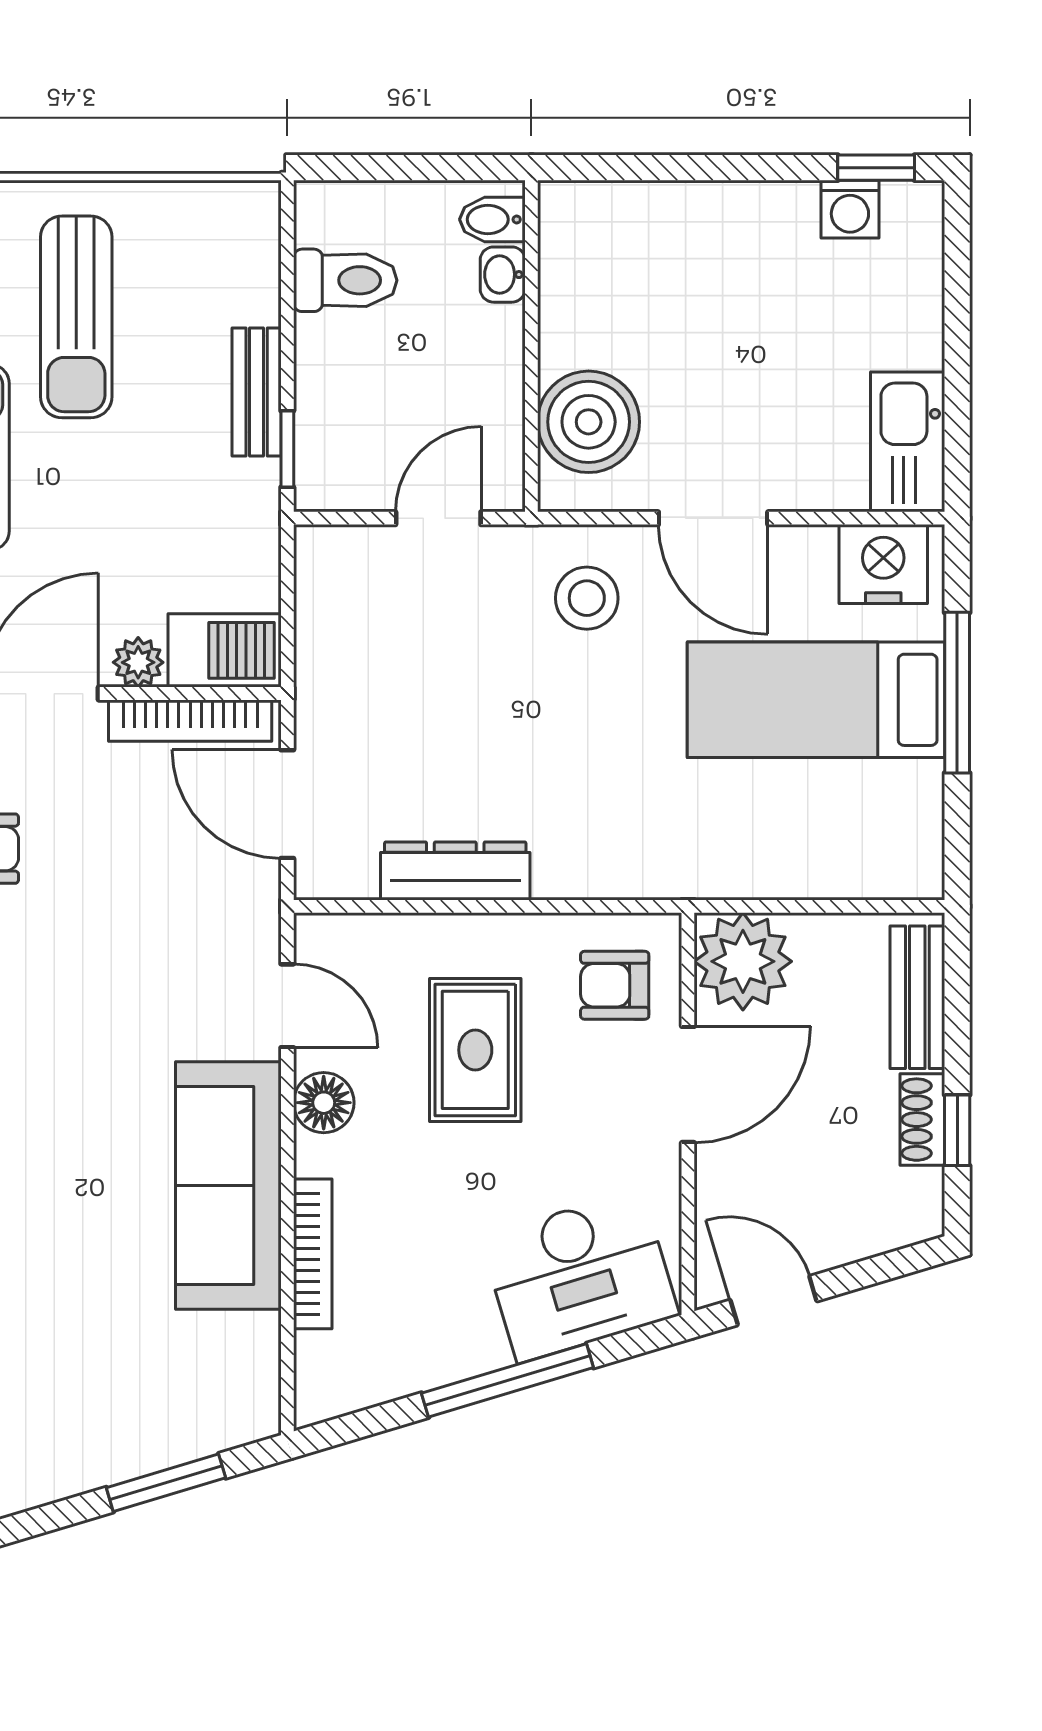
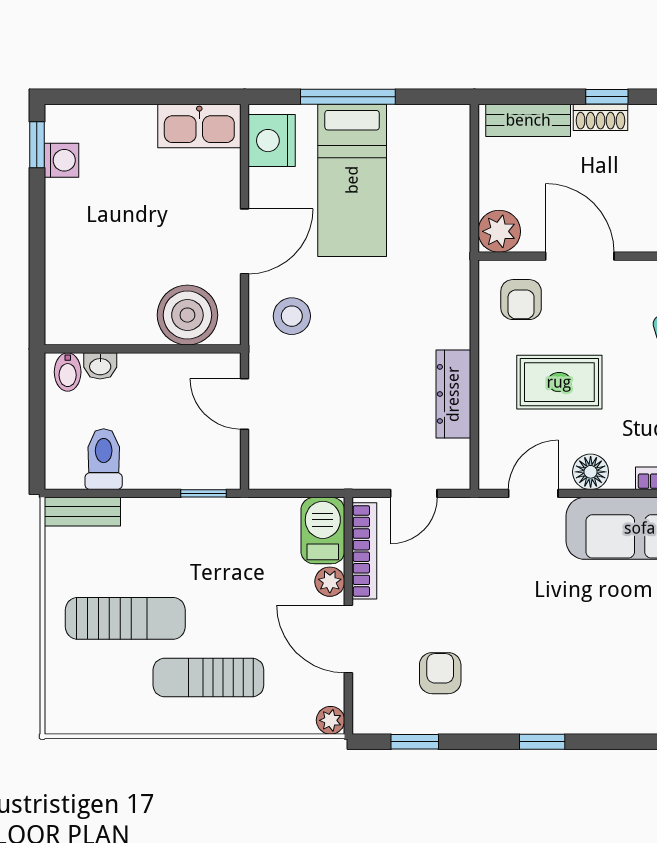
bench: (257, 392) -> (82, 512), moved
door: (287, 804) -> (414, 493), width x0.73
plant: (743, 961) -> (499, 231), width x0.73, depth x0.73

